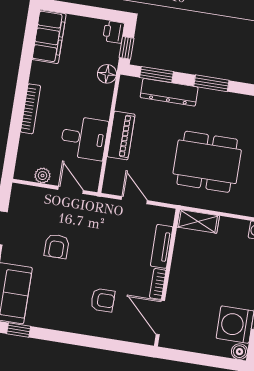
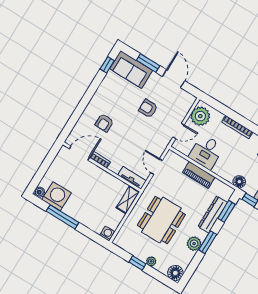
plant: (221, 102) -> (194, 244), added
plant: (43, 176) -> (200, 116), width x1.88, depth x1.88
door: (134, 200) -> (157, 167), swing flipped
tv unit: (162, 246) -> (132, 178), moved

